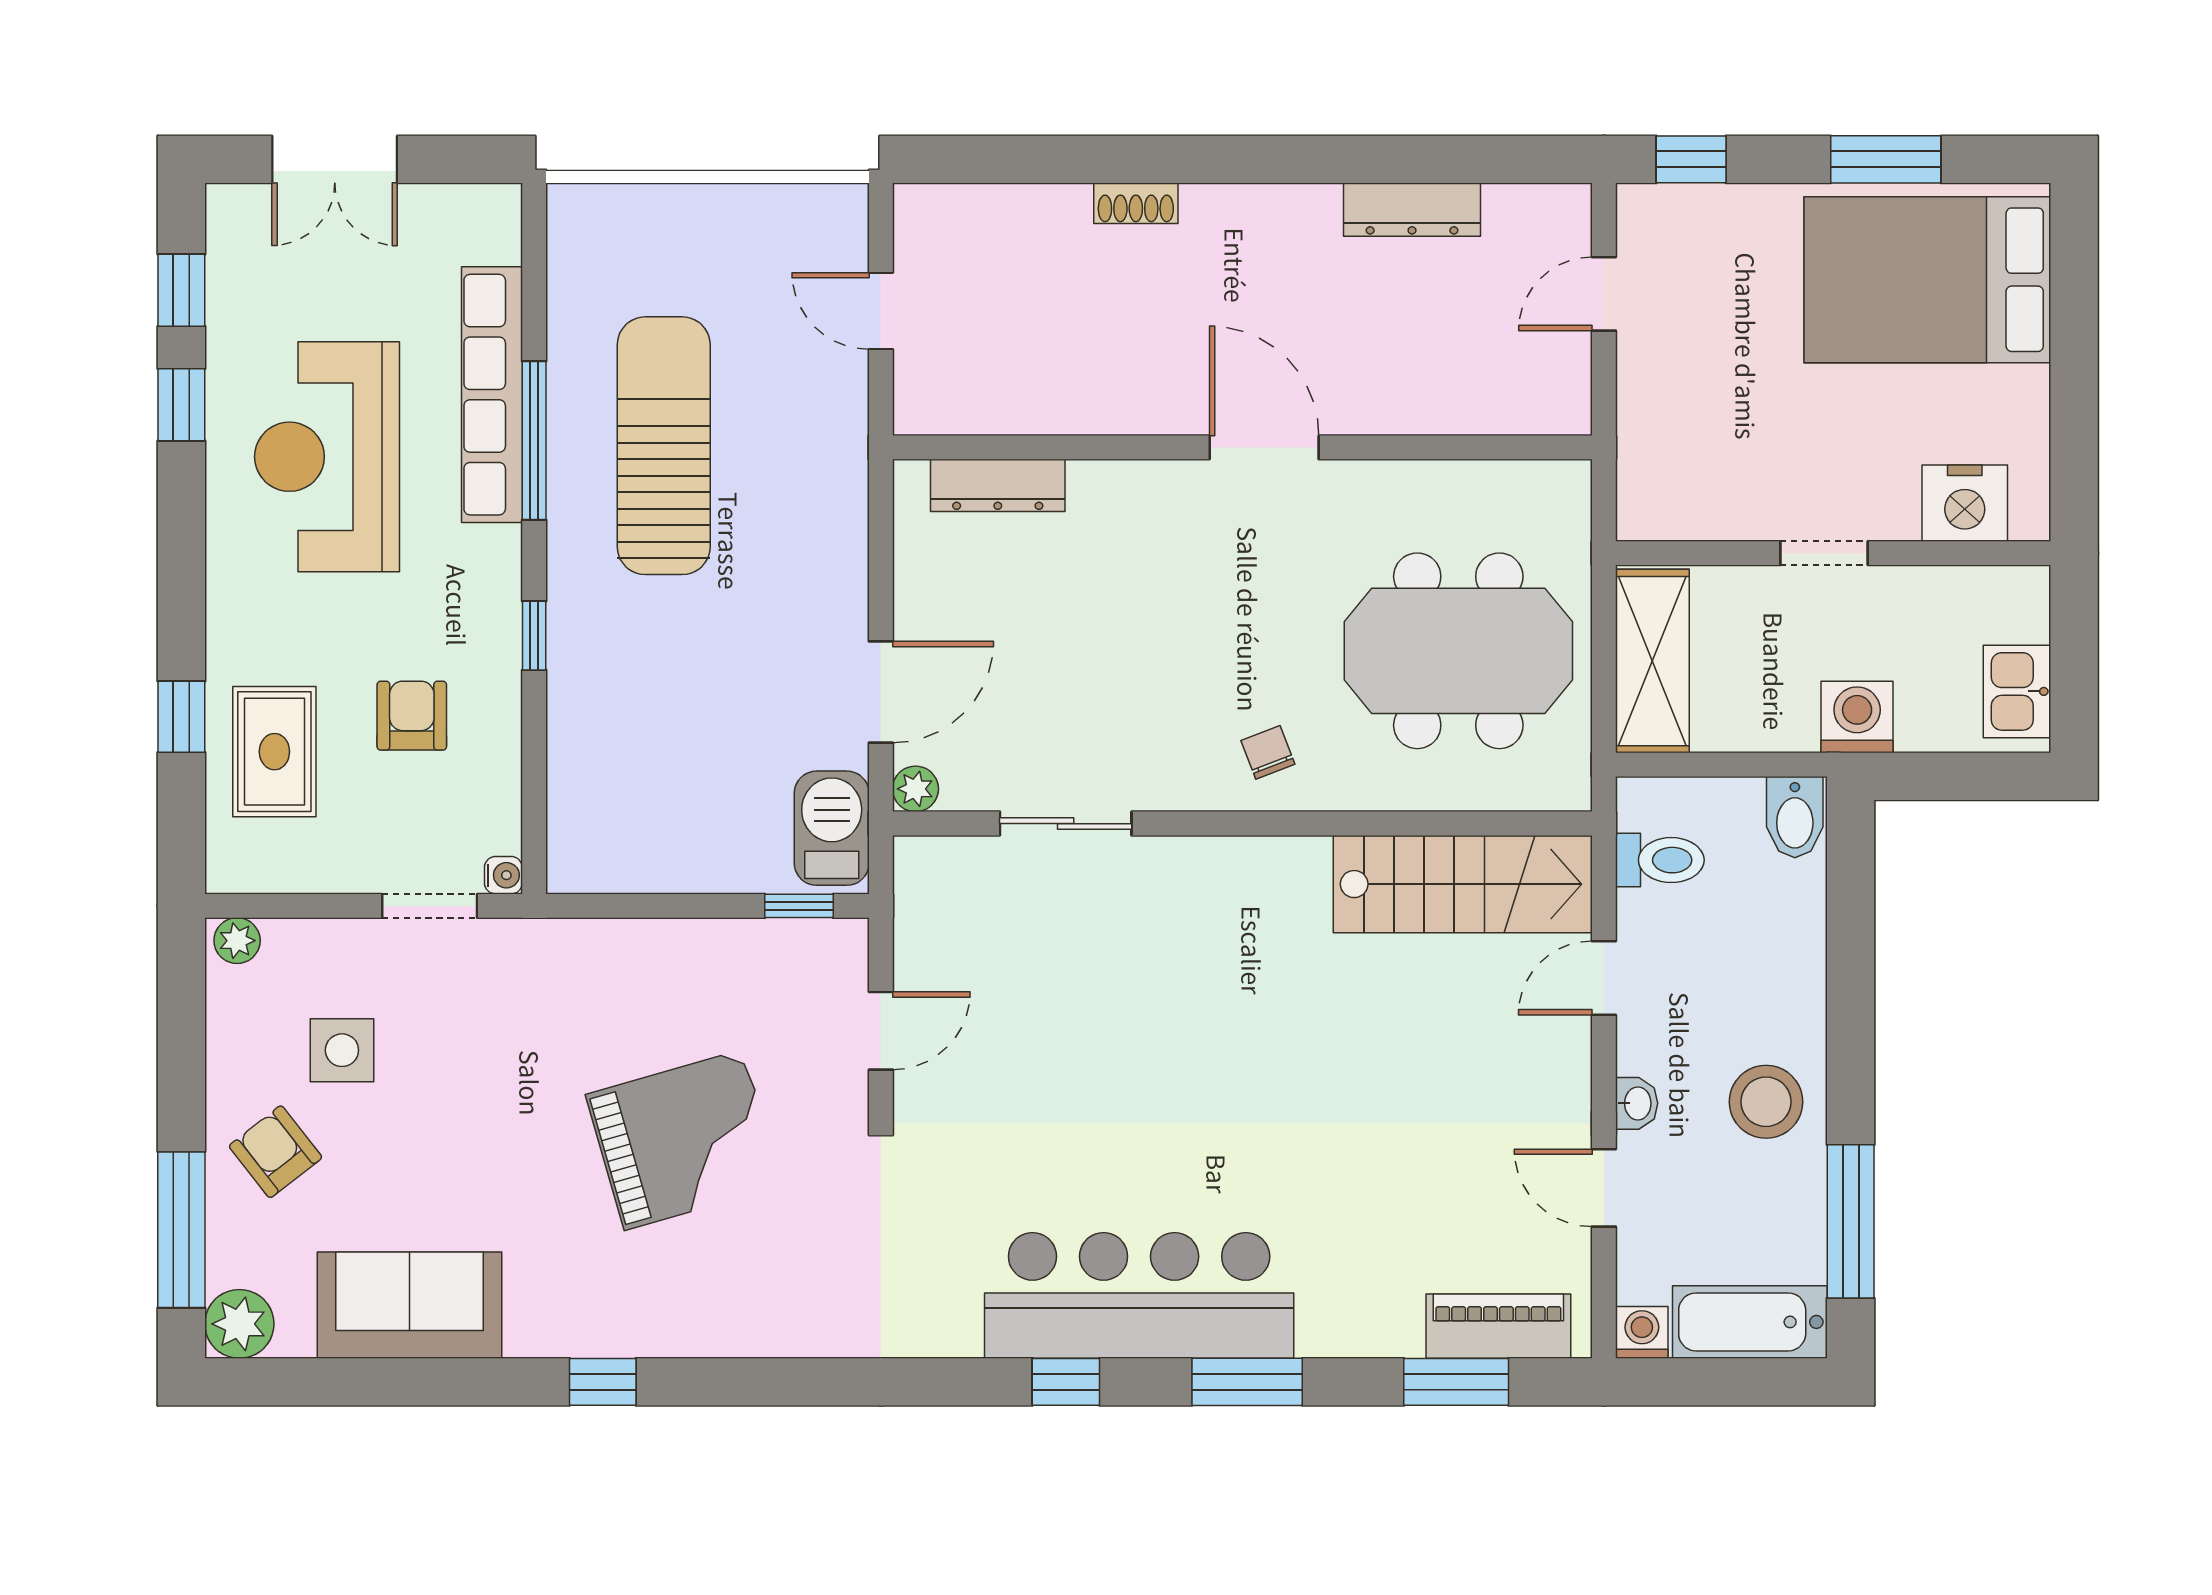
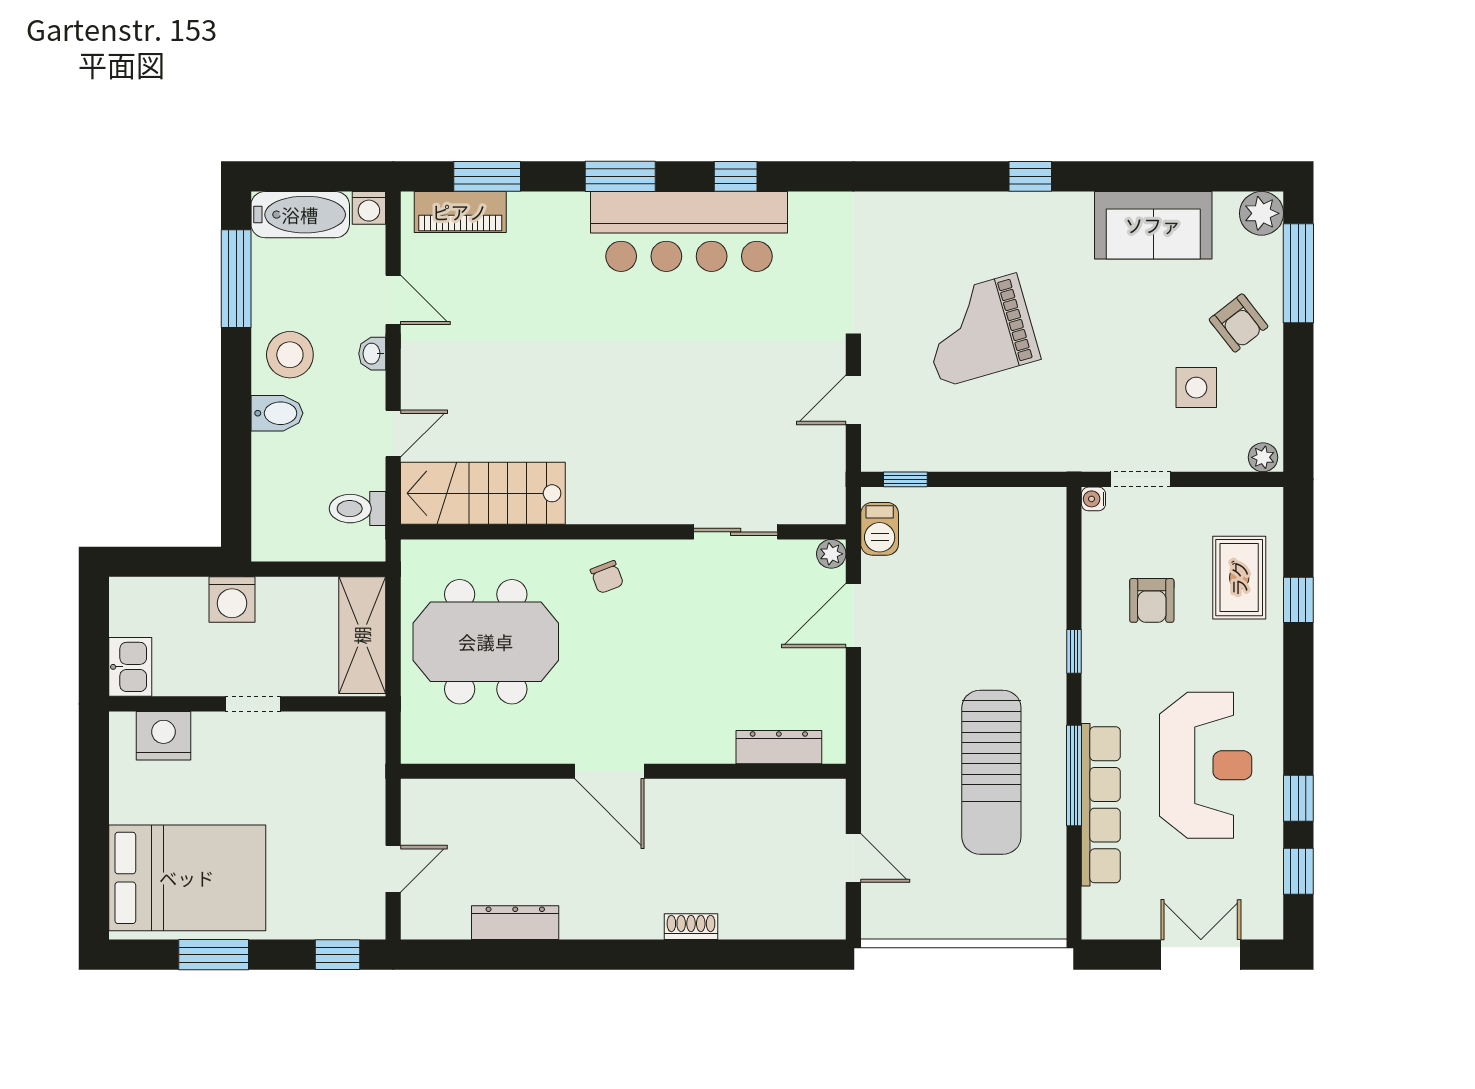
kitchen sink: (2017, 691) -> (130, 667), moved
bidet: (1795, 817) -> (277, 413), moved, turned 90
barbecue: (832, 828) -> (880, 529), width x0.73, depth x0.79

